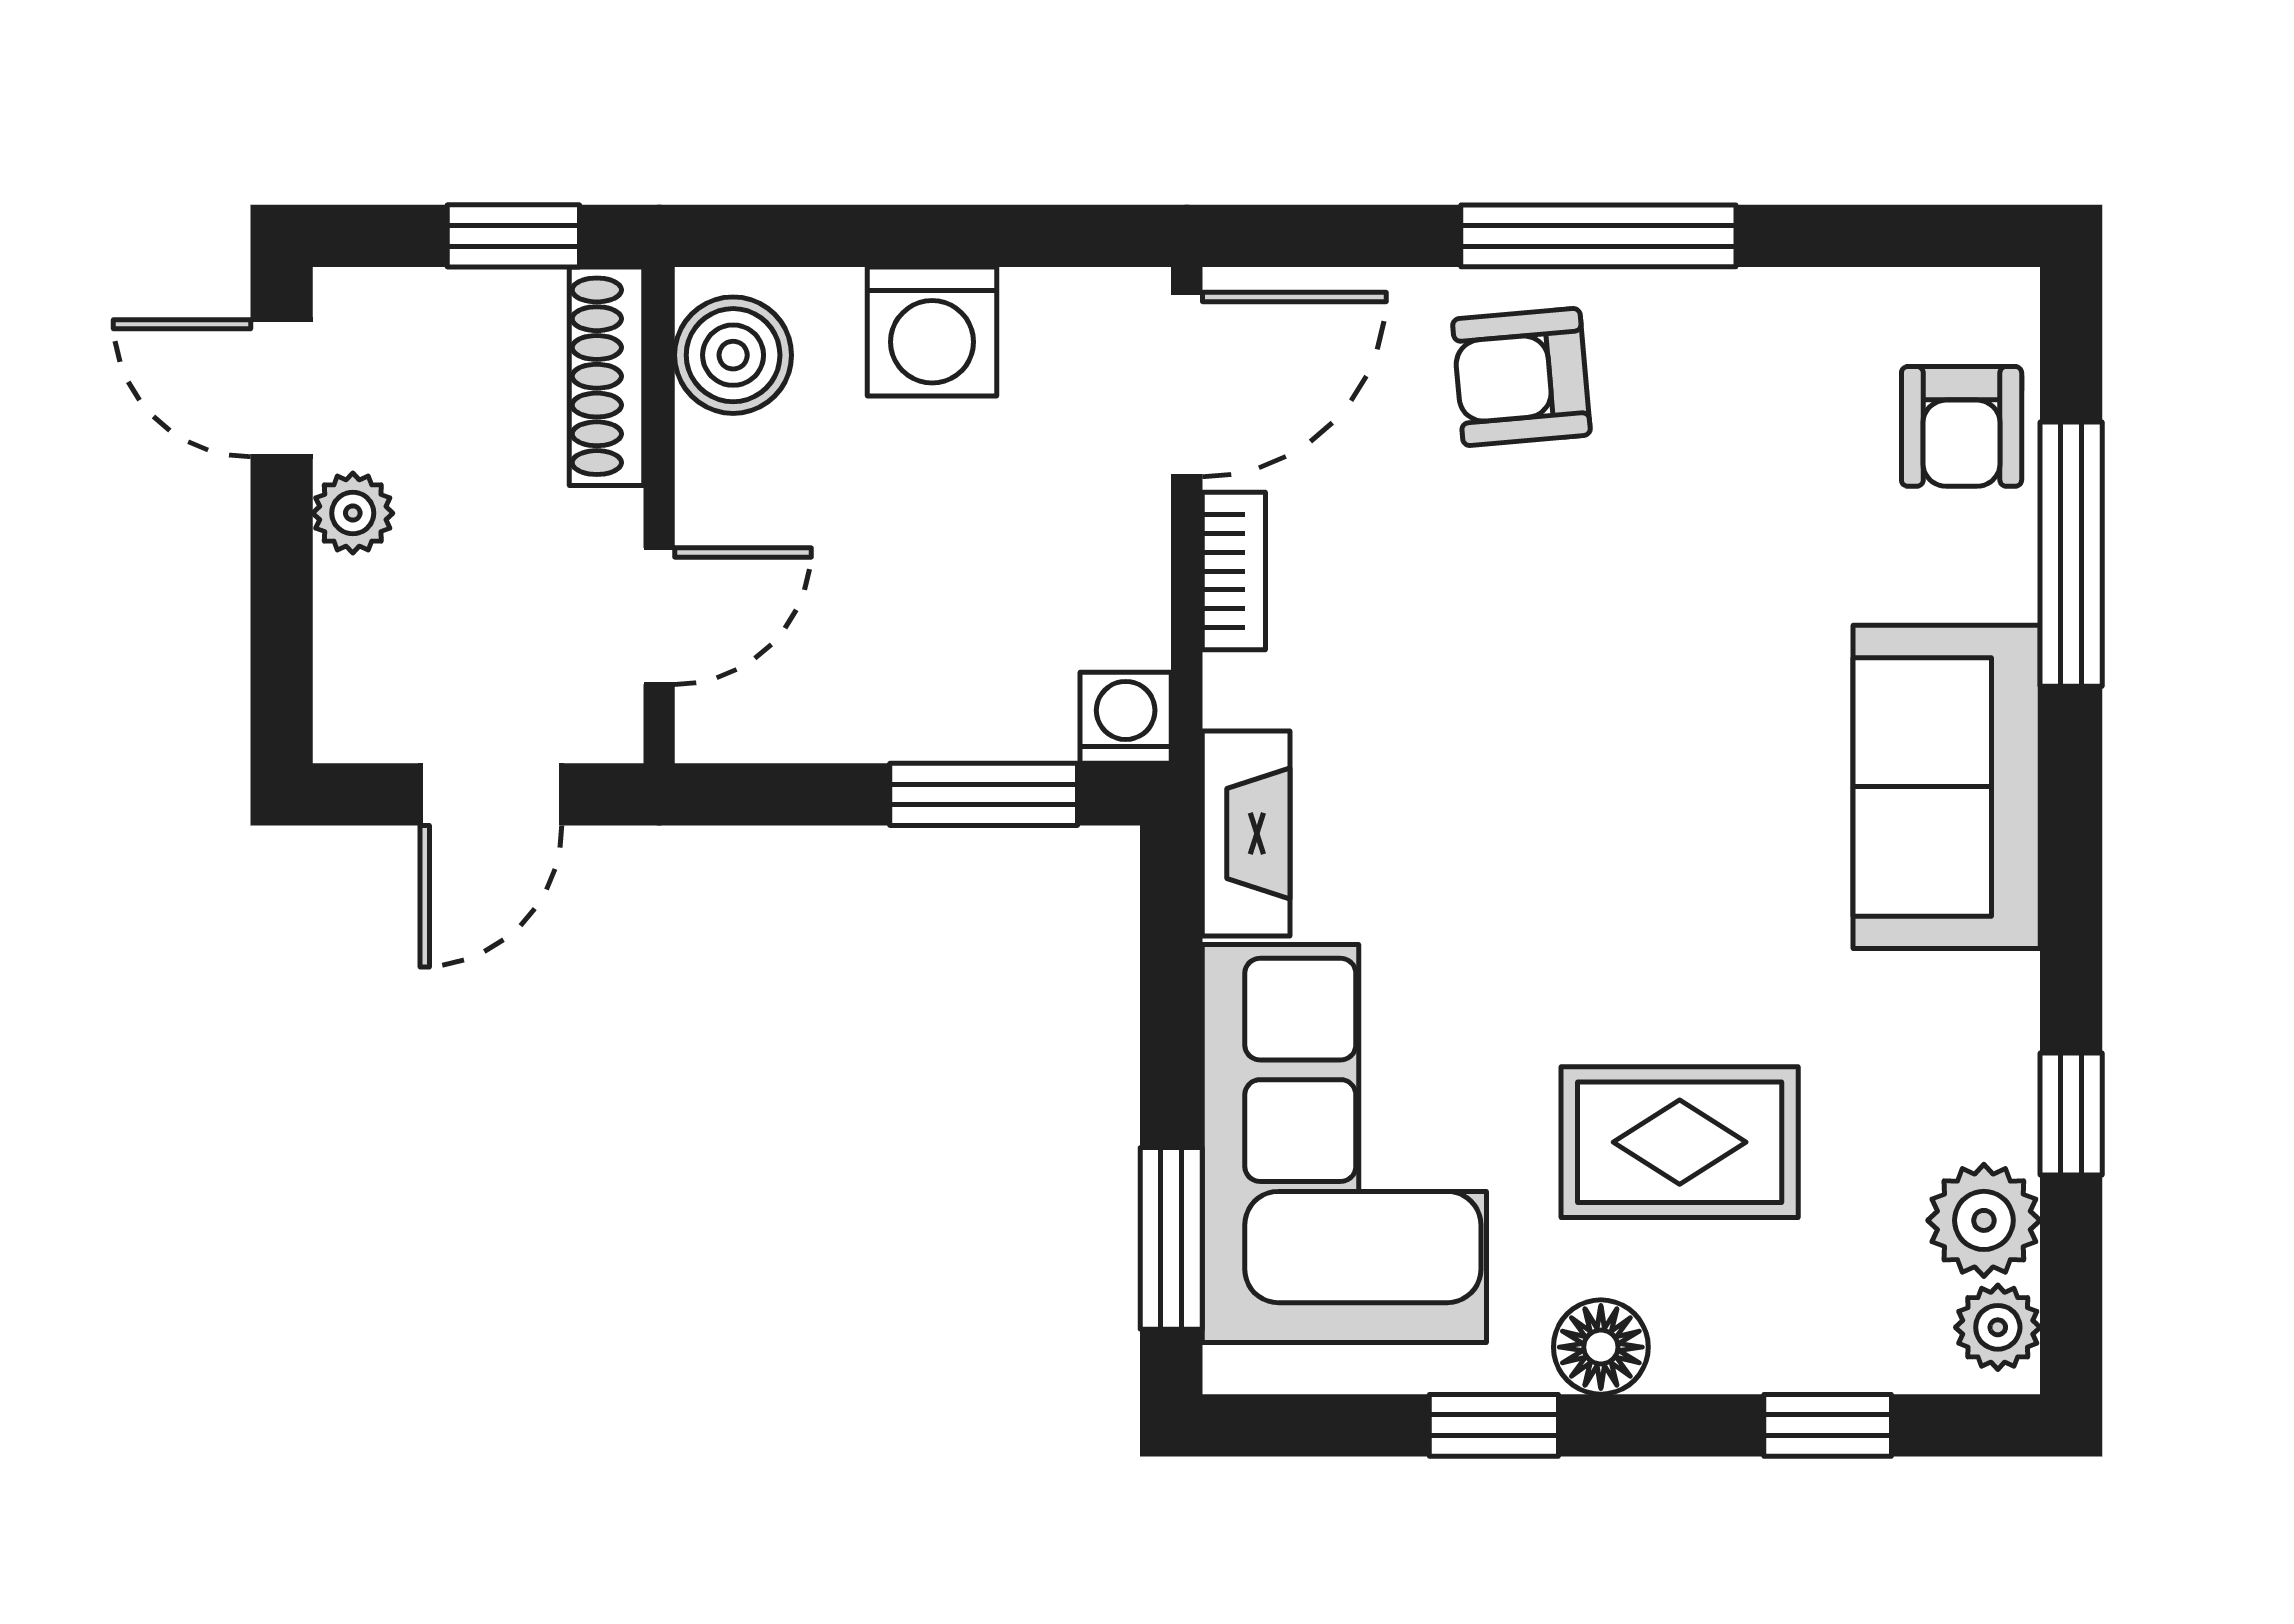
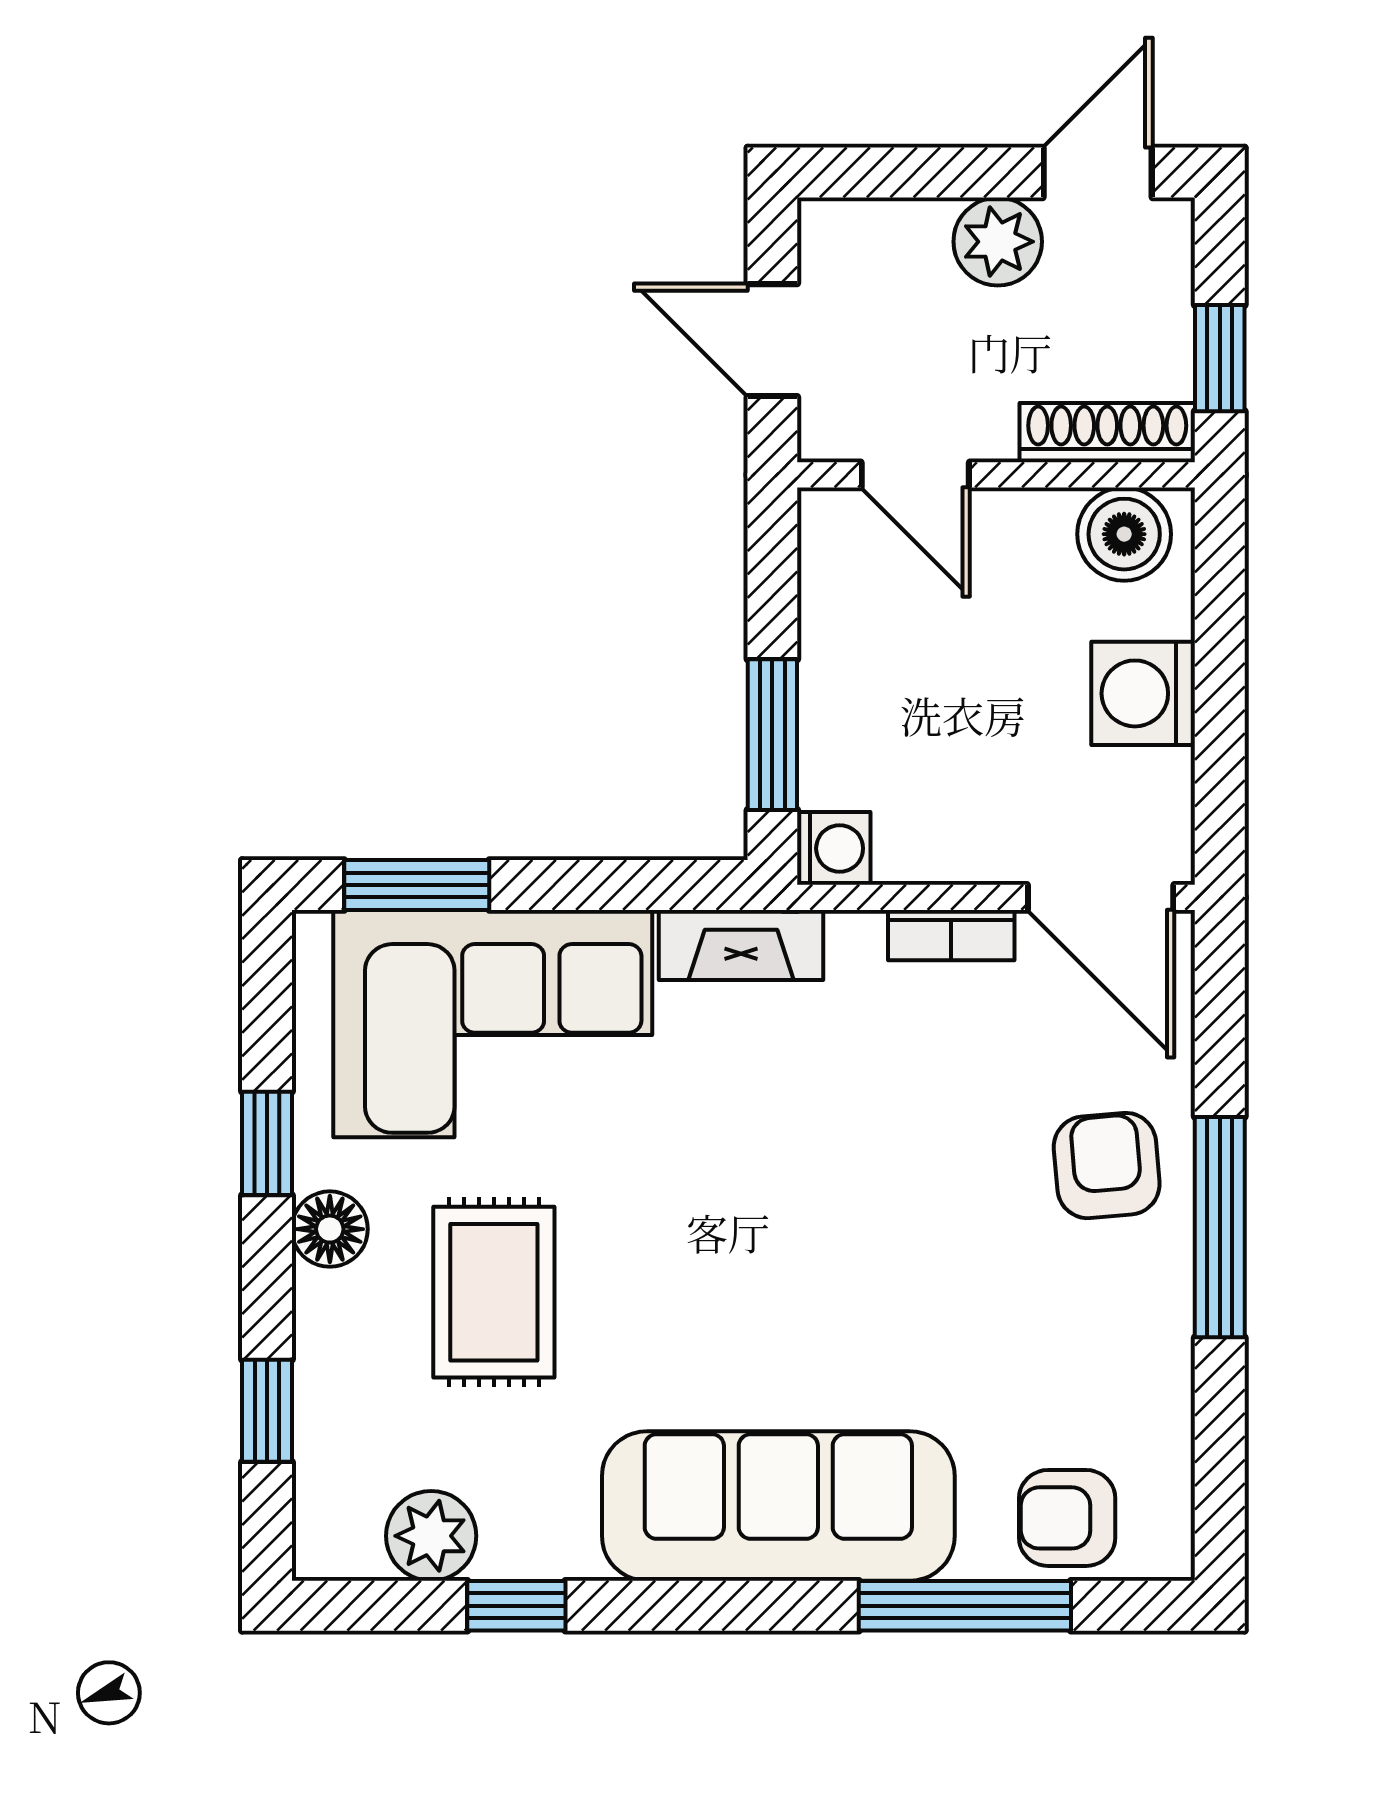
plant: (353, 513) -> (998, 242), width x1.38, depth x1.38
sofa: (1947, 787) -> (778, 1506), width x1.36
plant: (1998, 1327) -> (346, 1547), removed

